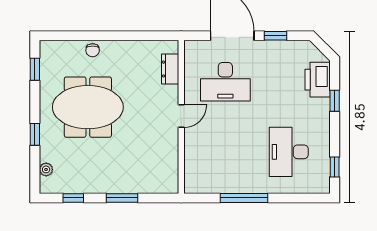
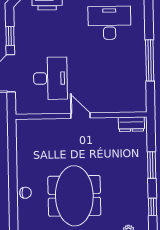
dresser: (170, 69) -> (131, 124), moved
desk: (289, 152) -> (109, 23), turned 180

